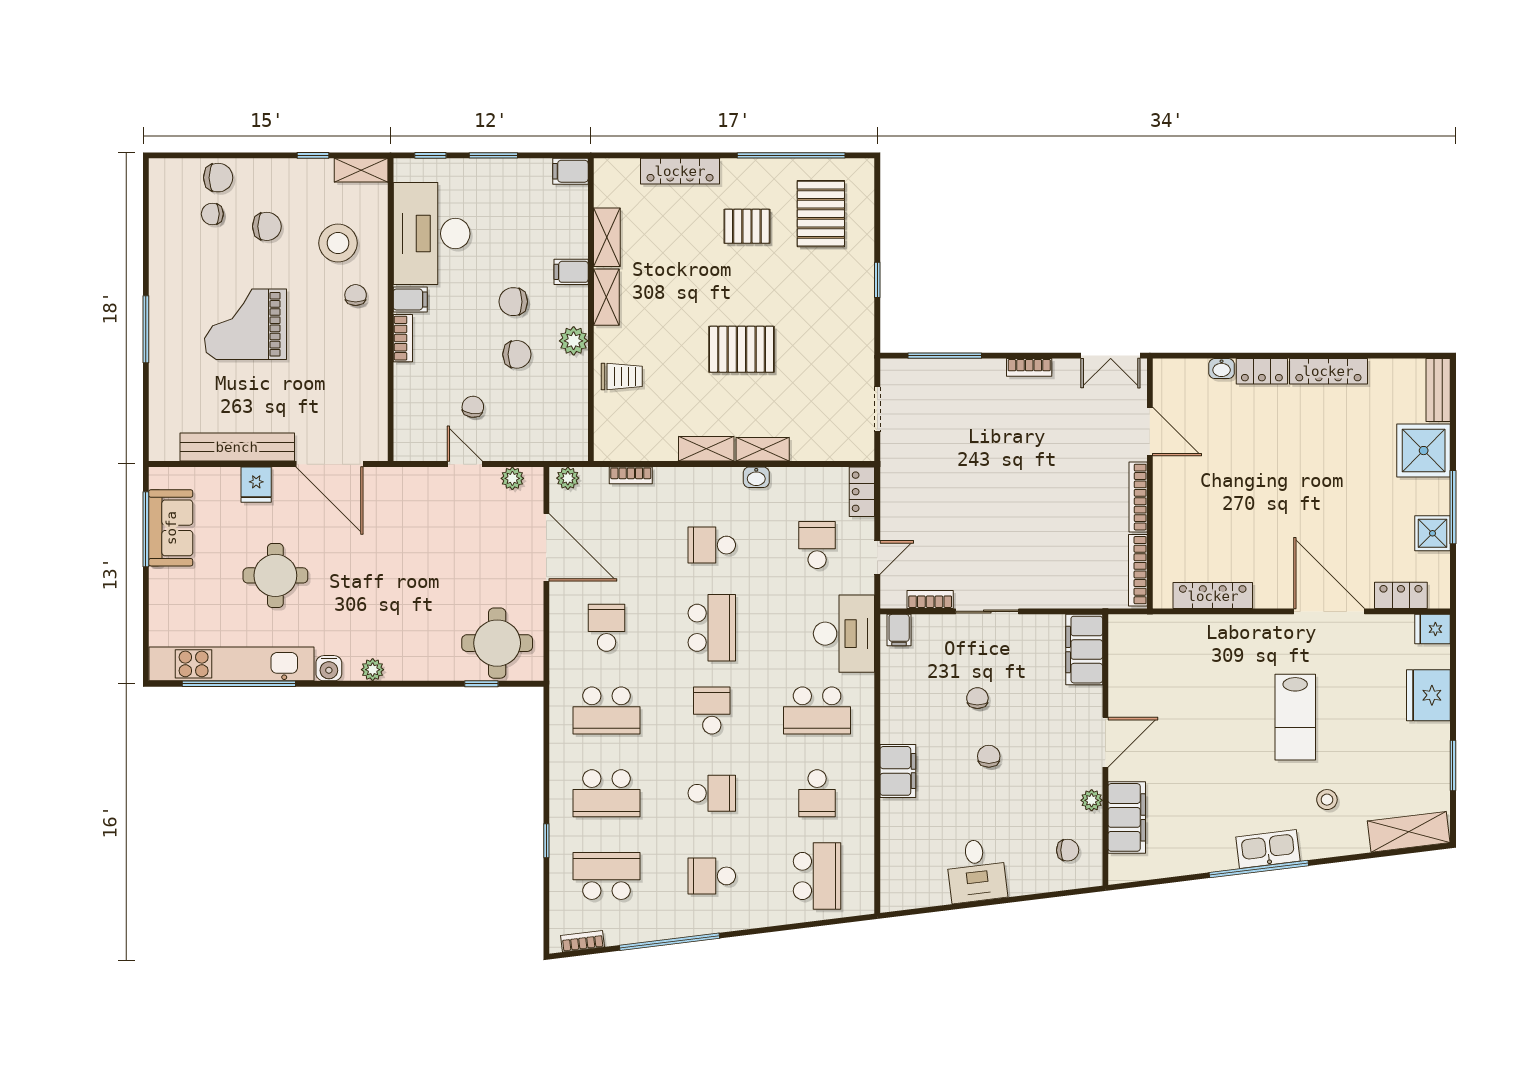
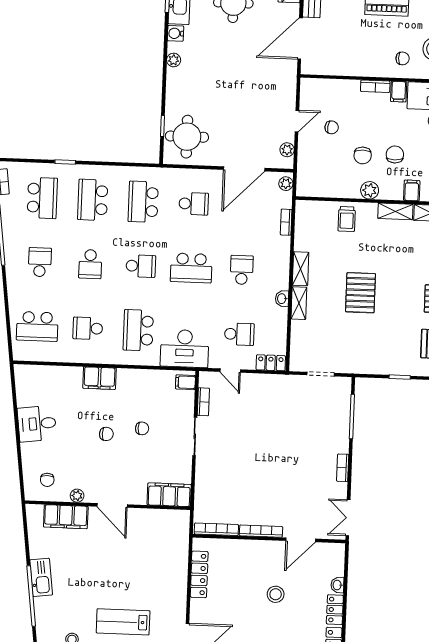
stool: (1240, 469) -> (276, 594), added
kitchen sink: (1268, 849) -> (41, 577), moved

